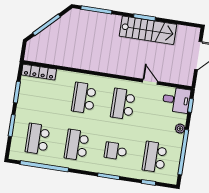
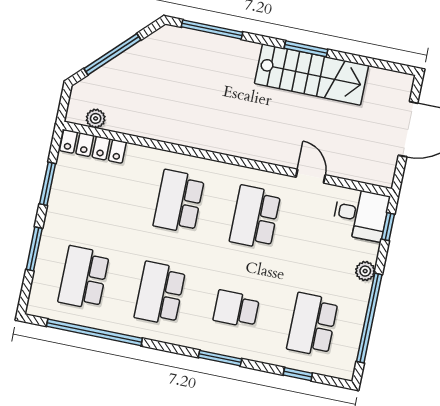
plant: (40, 58) -> (96, 118), added

